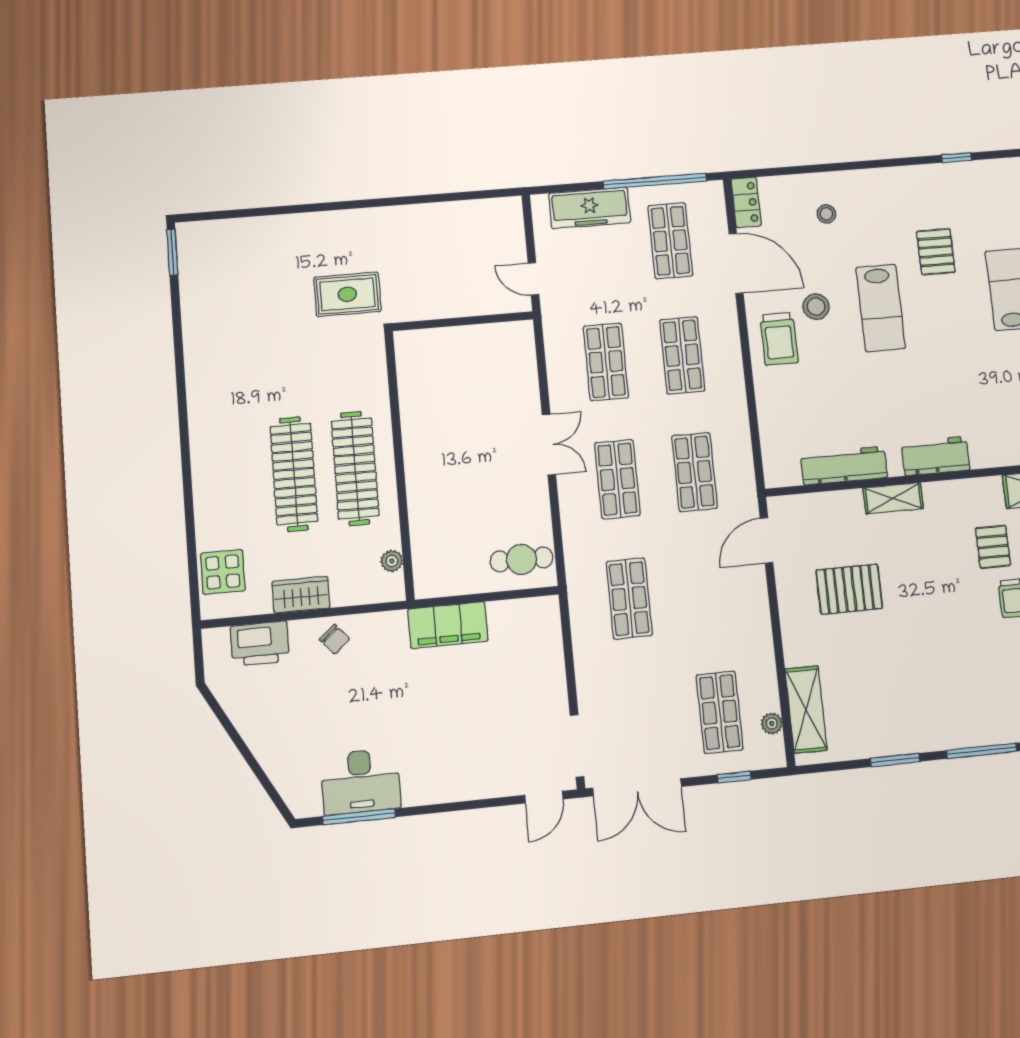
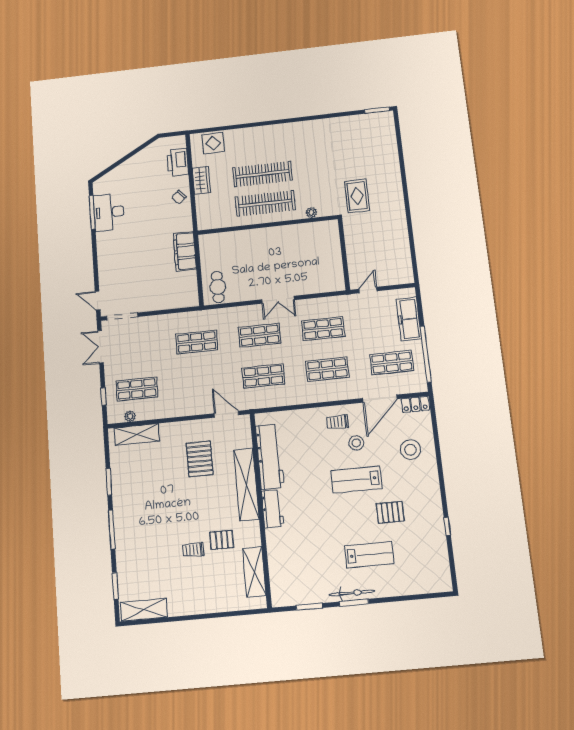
stool: (826, 214) -> (410, 450), width x1.89, depth x1.89
trolley: (779, 339) -> (338, 422), width x0.73, depth x0.72
workbench: (844, 466) -> (270, 457), width x1.36, depth x1.32
shelving: (893, 498) -> (246, 484), width x2.20, depth x1.33
plant: (392, 561) -> (311, 213), moved
double door: (637, 787) -> (100, 347), width x0.73

